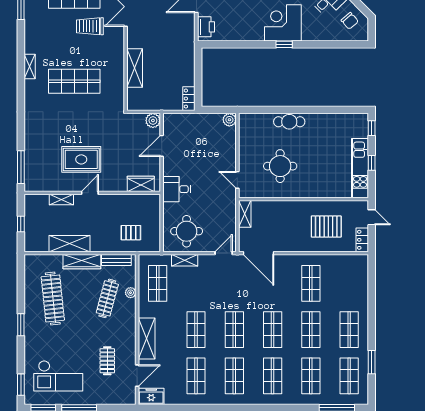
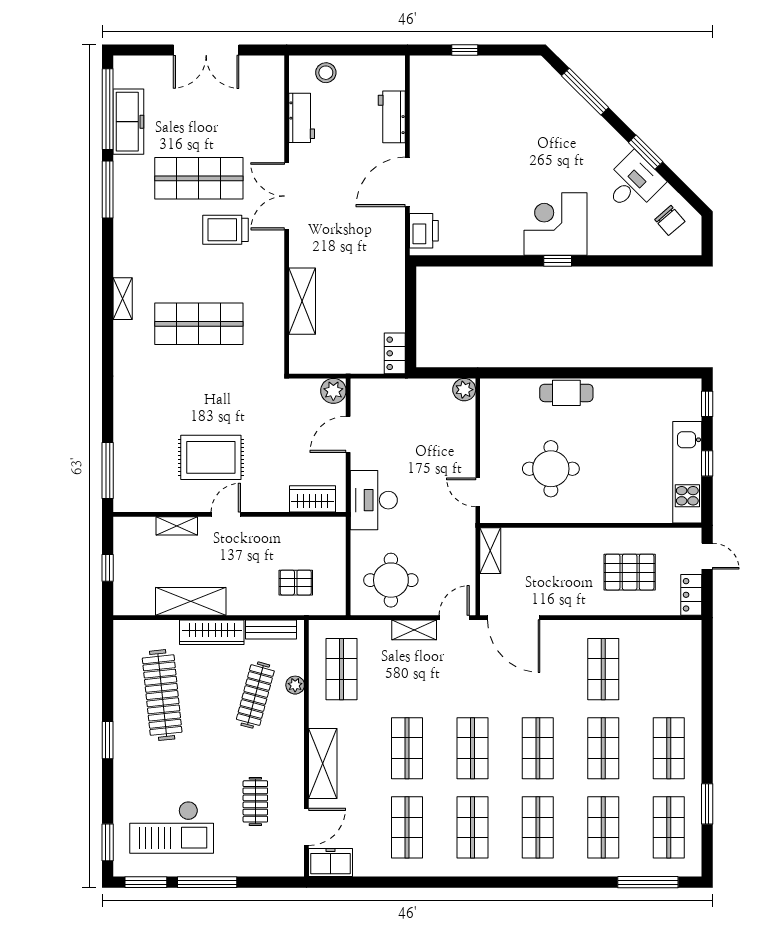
desk: (177, 189) -> (374, 500), width x1.37
shelving: (185, 260) -> (414, 630), moved

